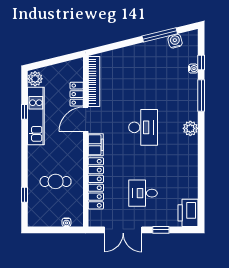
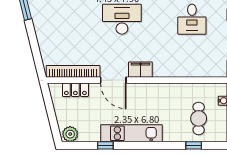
locker: (77, 94) -> (75, 90), moved
kitchen unit: (36, 116) -> (131, 133), moved
cafe table: (56, 181) -> (199, 118), moved
locker: (96, 183) -> (181, 69), removed

